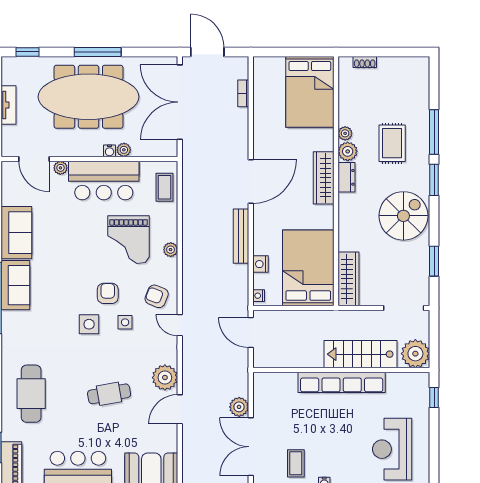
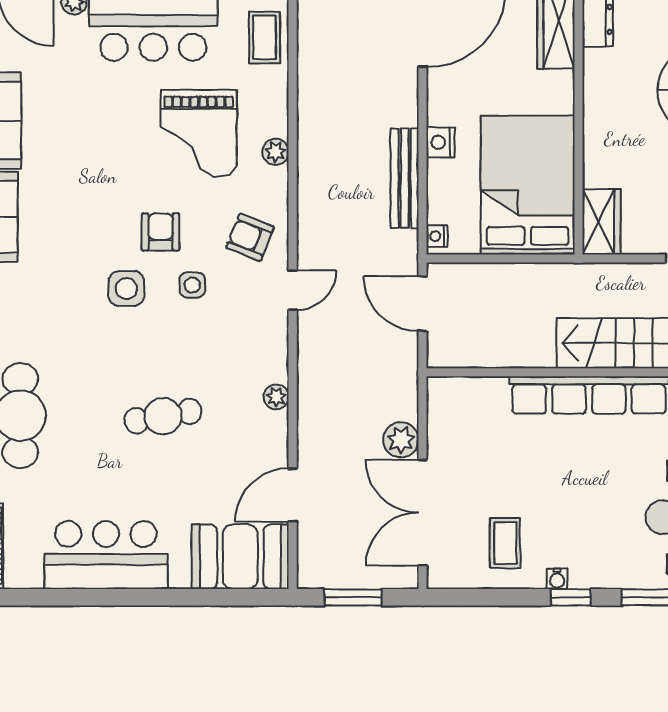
bench: (241, 236) -> (405, 178), moved
nightstand: (261, 264) -> (440, 142), moved
wardrobe: (348, 279) -> (601, 222), width x0.67
door: (180, 325) -> (293, 290), swing flipped
plant: (165, 378) -> (276, 397), width x0.53, depth x0.53
door: (180, 409) -> (293, 495), moved

